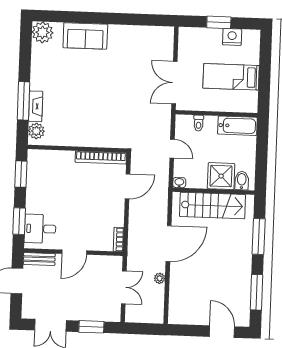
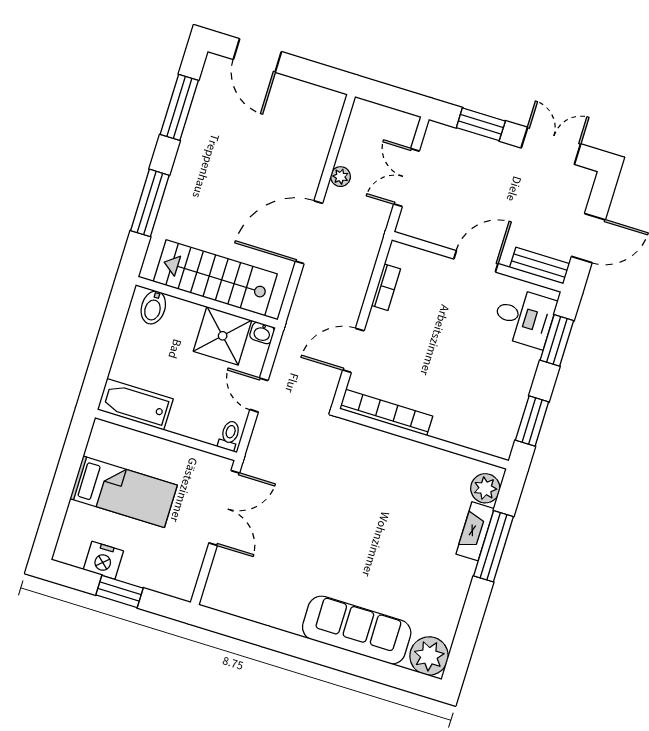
sofa: (85, 36) -> (357, 630), width x1.36
toilet: (199, 123) -> (229, 436), moved
shower: (221, 176) -> (223, 336), moved
bookcase: (119, 239) -> (386, 287), moved

